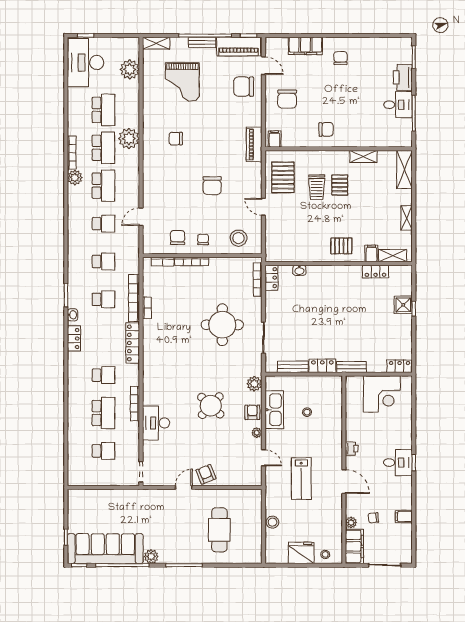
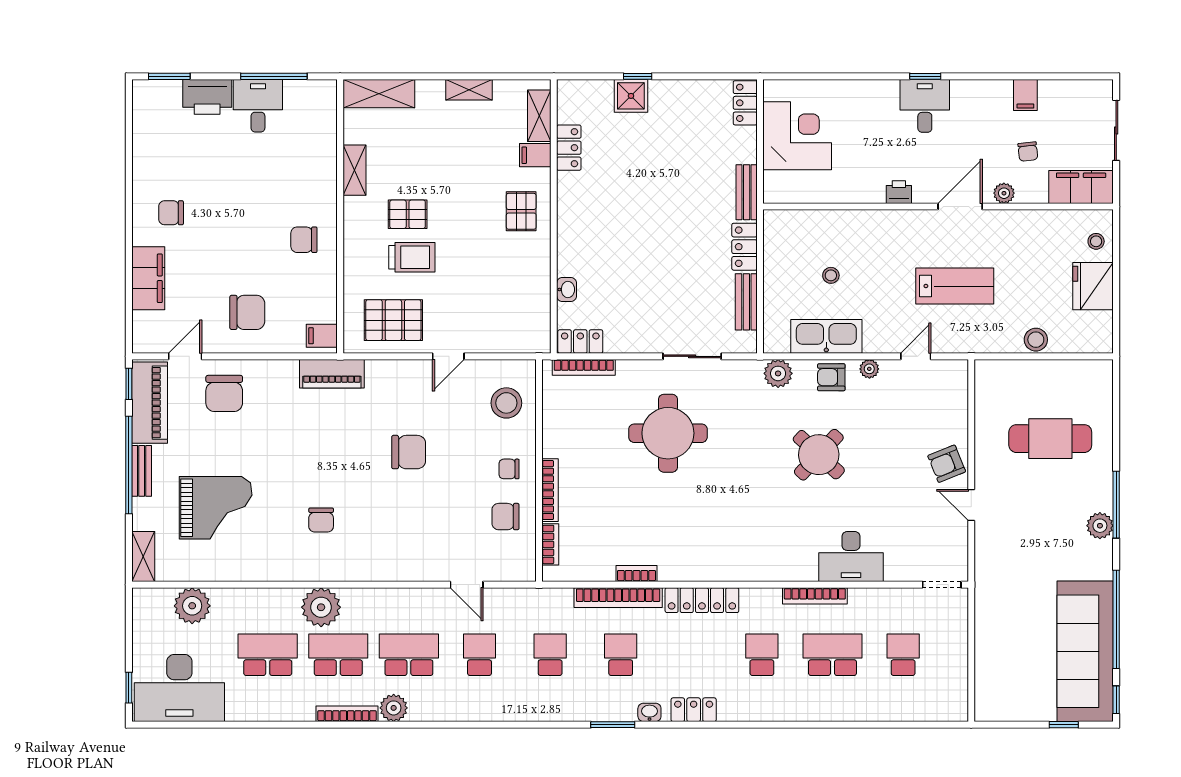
chair: (326, 129) -> (304, 240), turned -90
plant: (351, 523) -> (1004, 193), moved
plant: (151, 557) -> (1100, 526), moved

